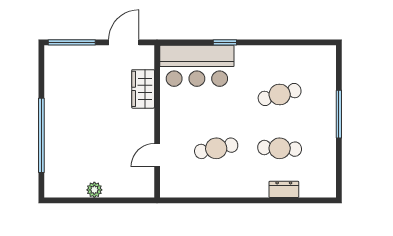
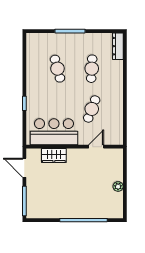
bar counter: (197, 66) -> (54, 132), moved, turned -90
cafe table: (216, 148) -> (92, 109), turned 33
door: (157, 155) -> (96, 147), swing flipped
dresser: (284, 189) -> (118, 46), moved, width x1.44

